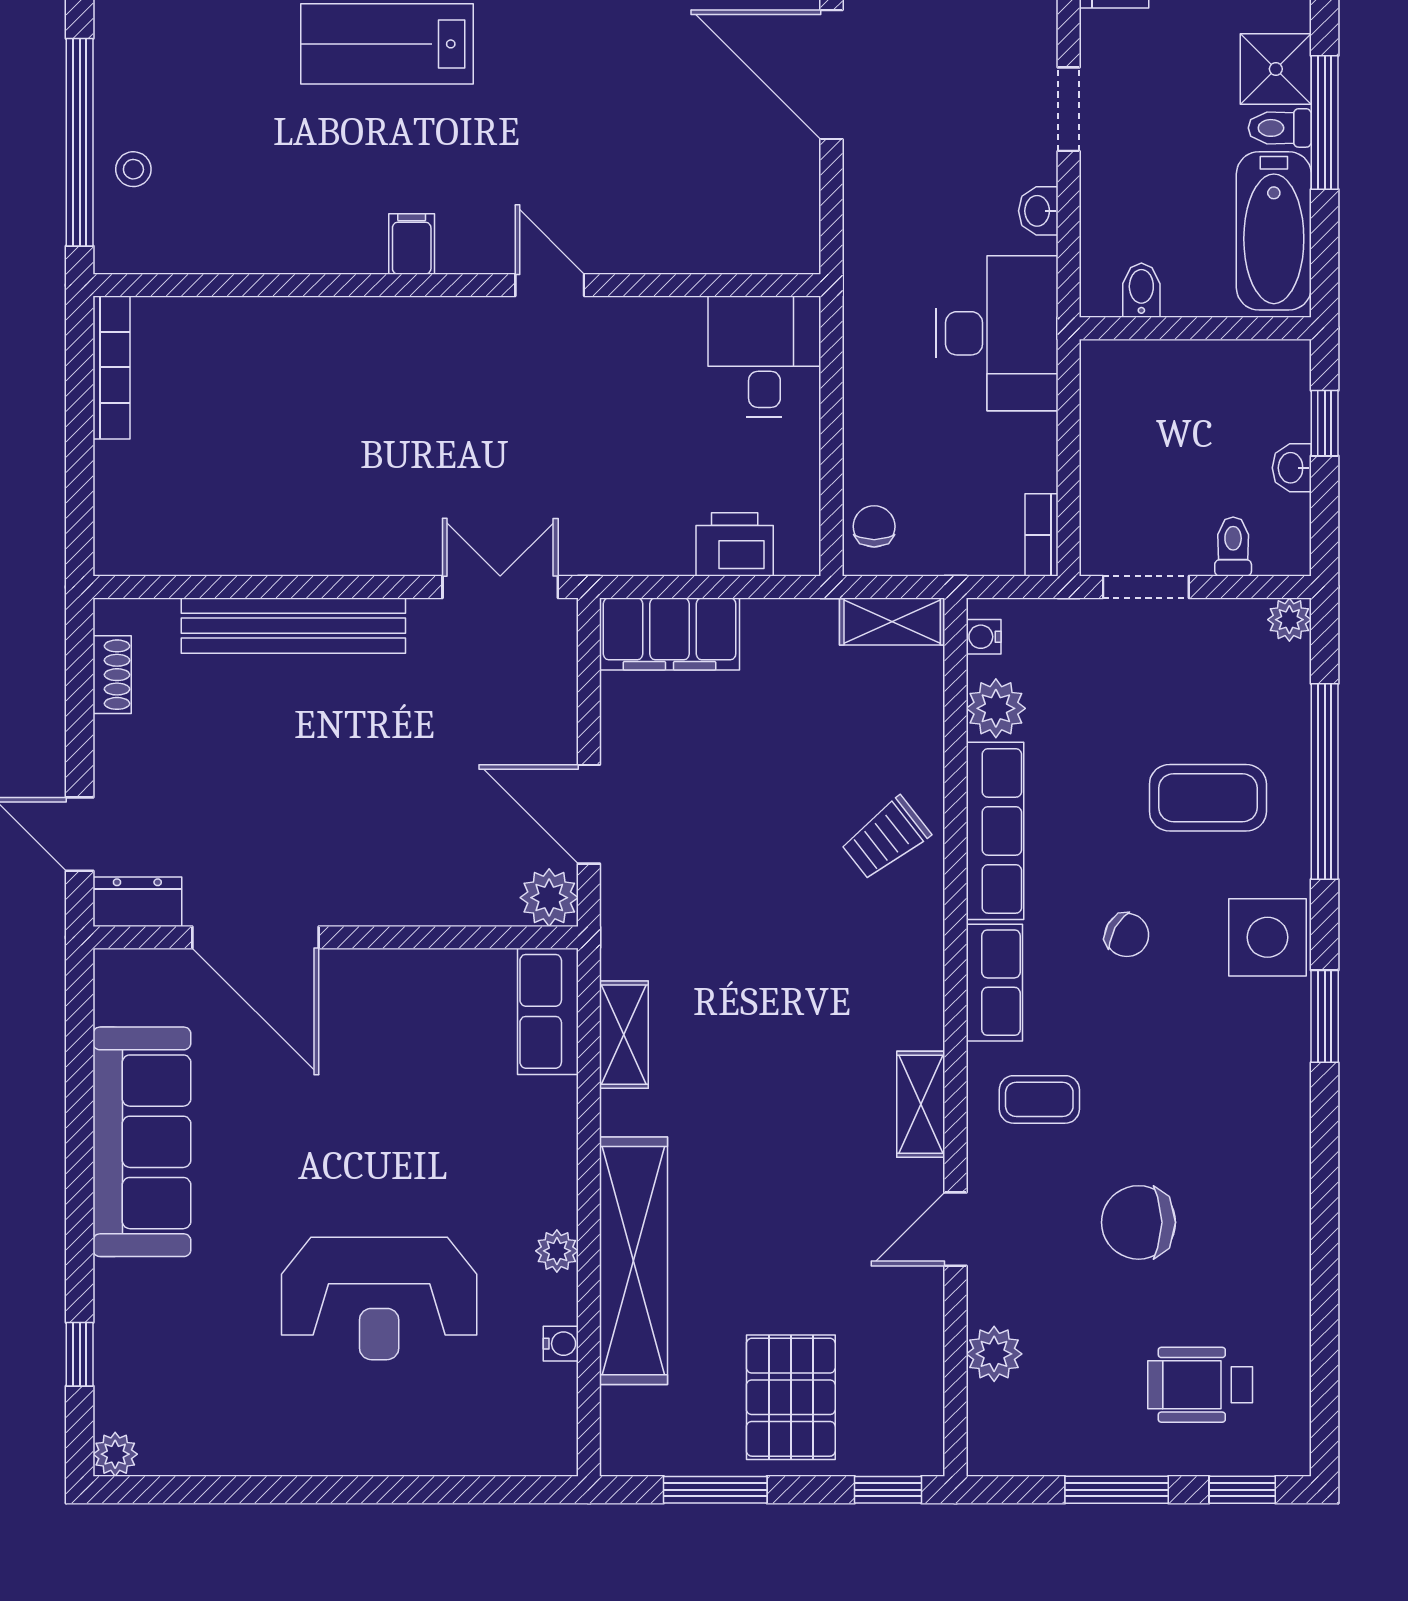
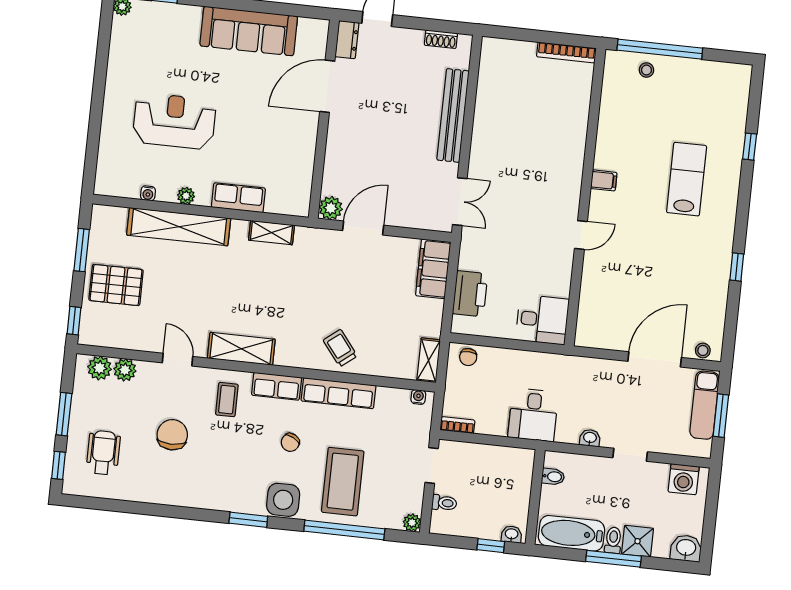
desk: (997, 333) -> (533, 415), width x0.73
washbasin: (1292, 468) -> (512, 534), moved
chair: (874, 526) -> (468, 357), turned 92
printer: (735, 544) -> (470, 294), width x1.37, depth x1.19
plant: (996, 708) -> (100, 368), moved
coffee table: (1208, 798) -> (343, 482), width x1.36, depth x1.32
row of seats: (548, 1011) -> (238, 198), moved
shelving: (921, 1104) -> (241, 349), width x1.50, depth x1.33
reception desk: (379, 1298) -> (174, 121), turned 90

